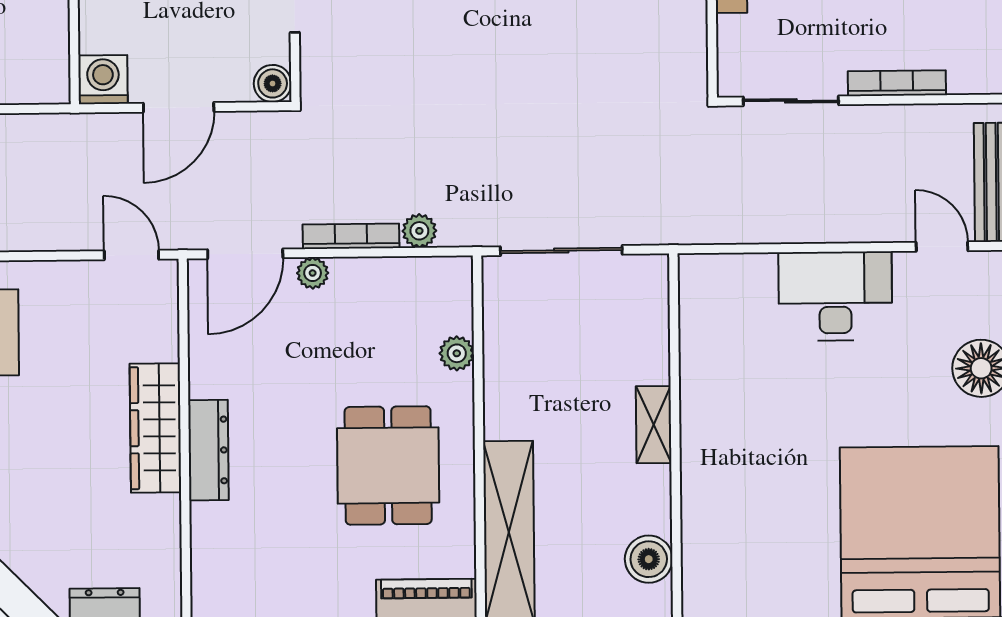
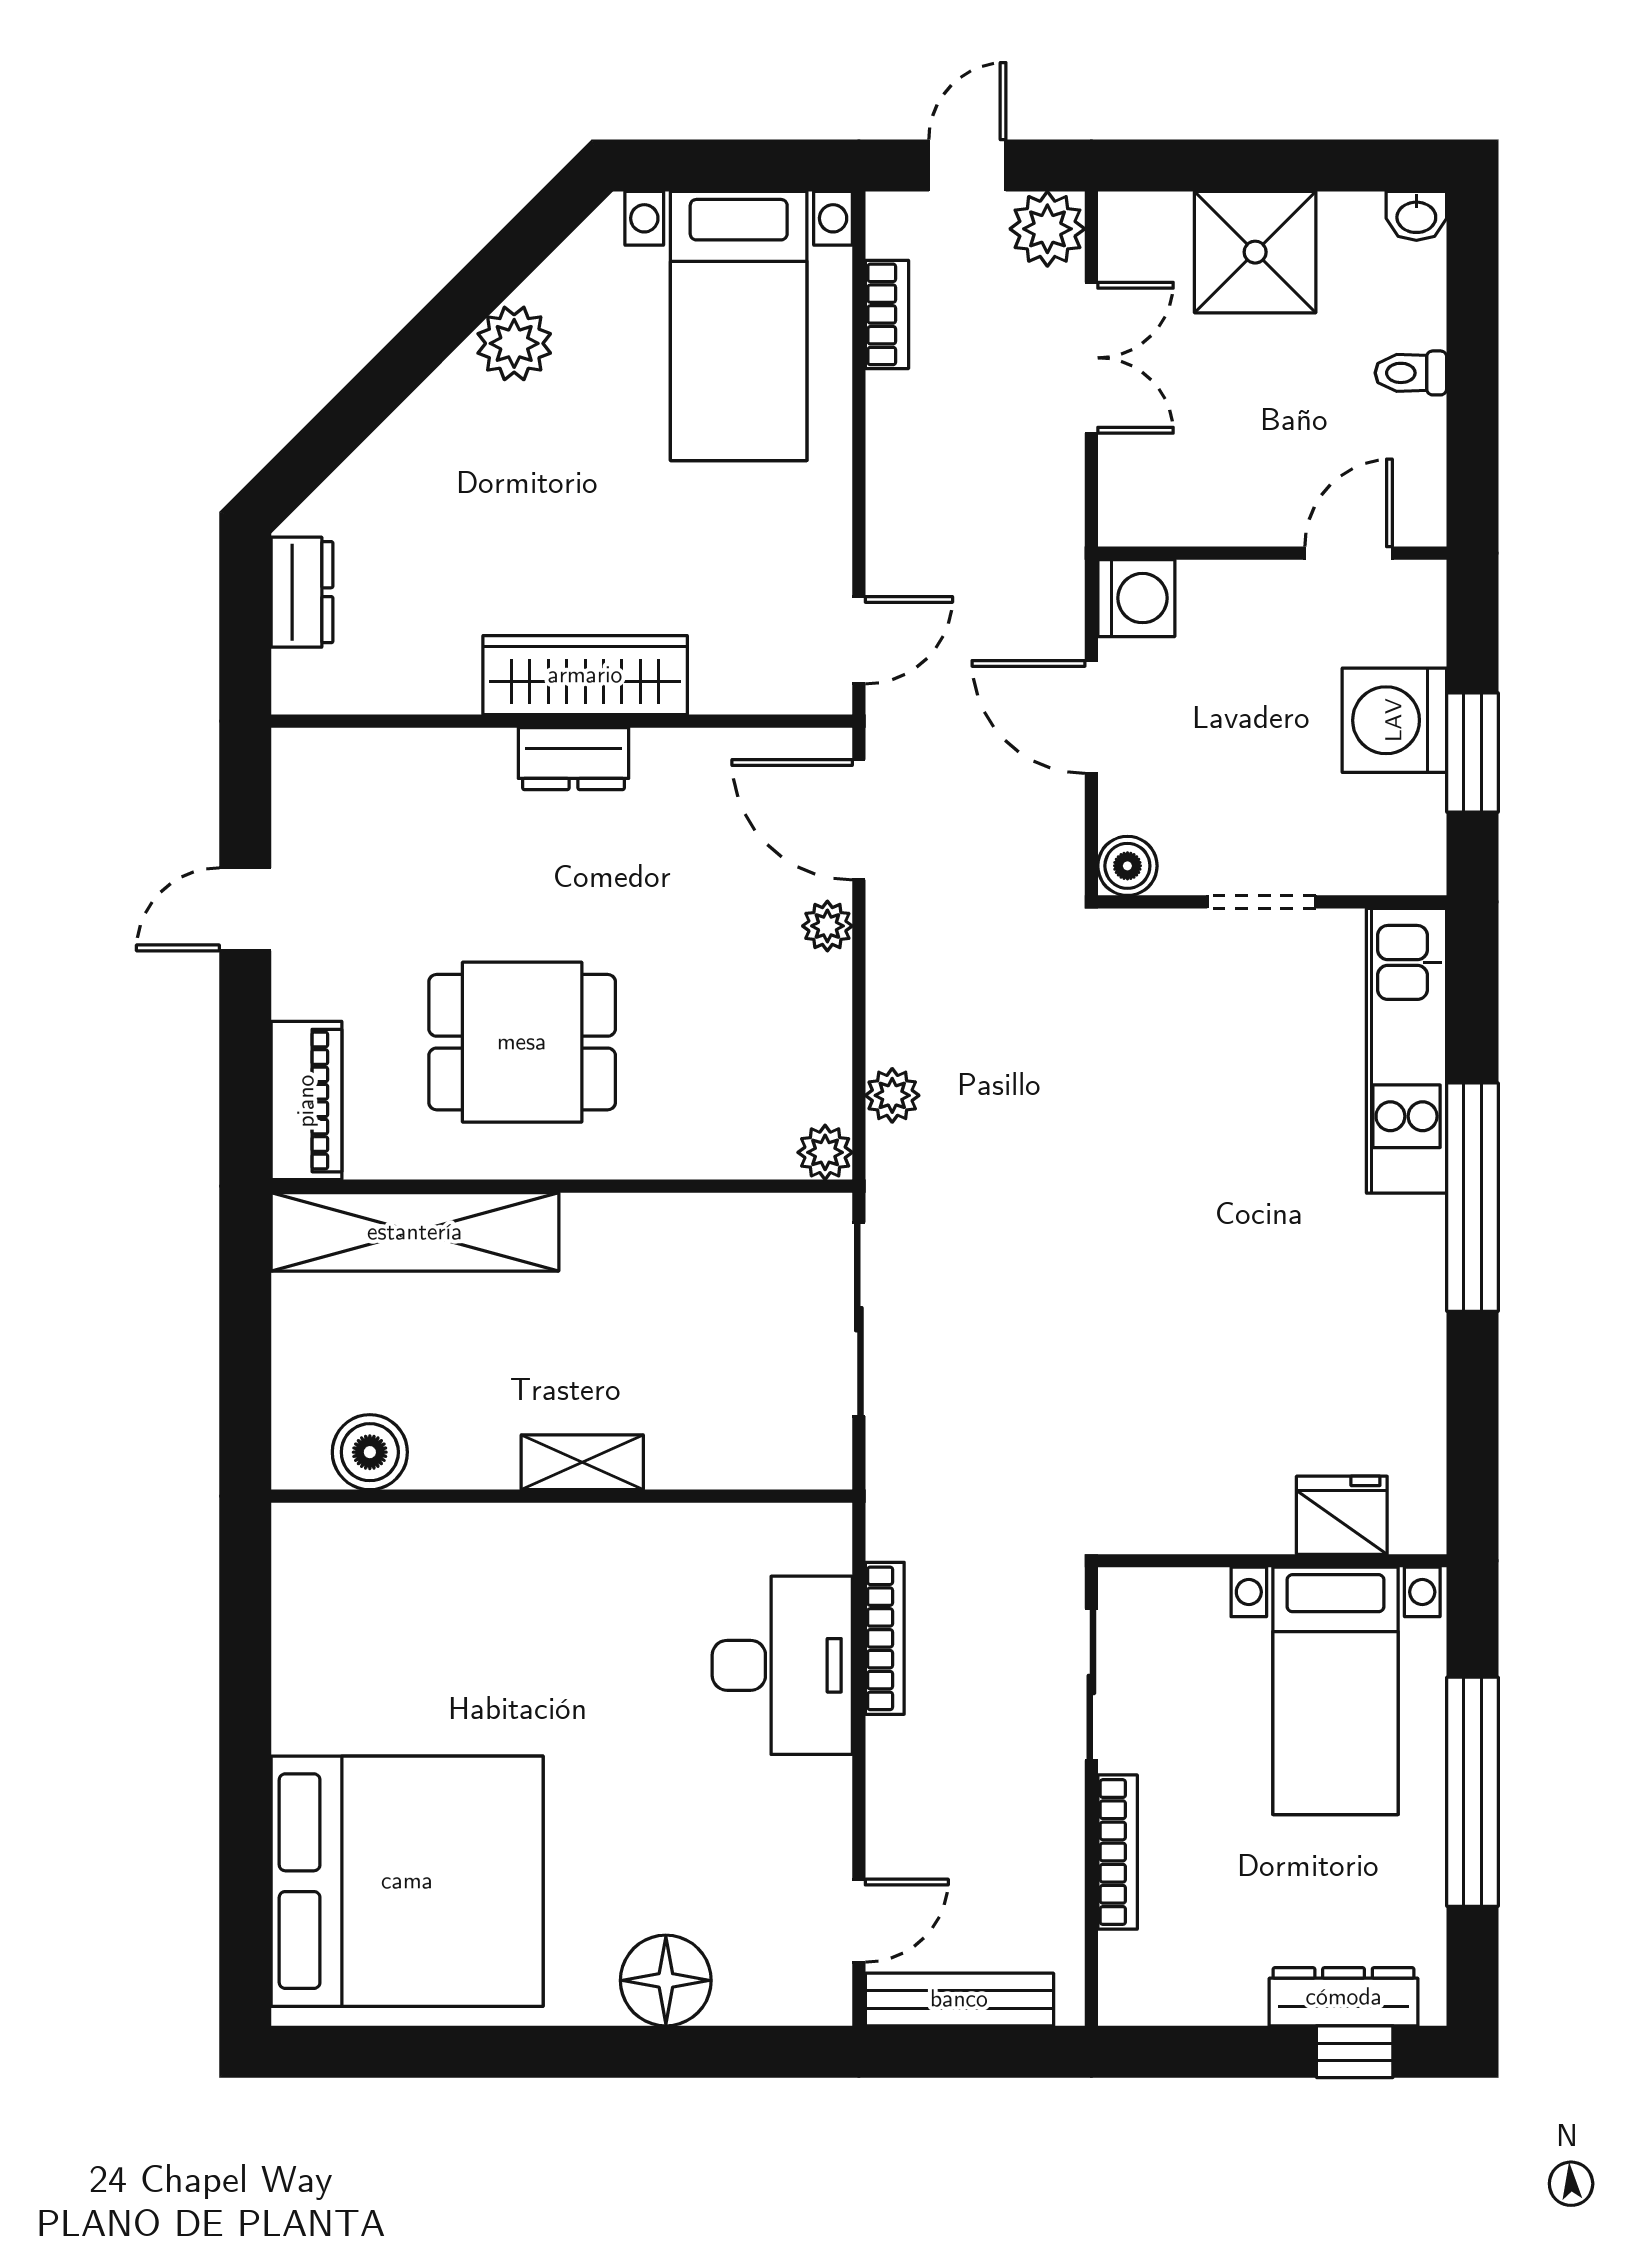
bookcase: (351, 236) -> (885, 1638), moved
desk: (835, 296) -> (782, 1665), moved
plant: (457, 353) -> (825, 1152), moved
dresser: (208, 450) -> (574, 759), width x0.70

